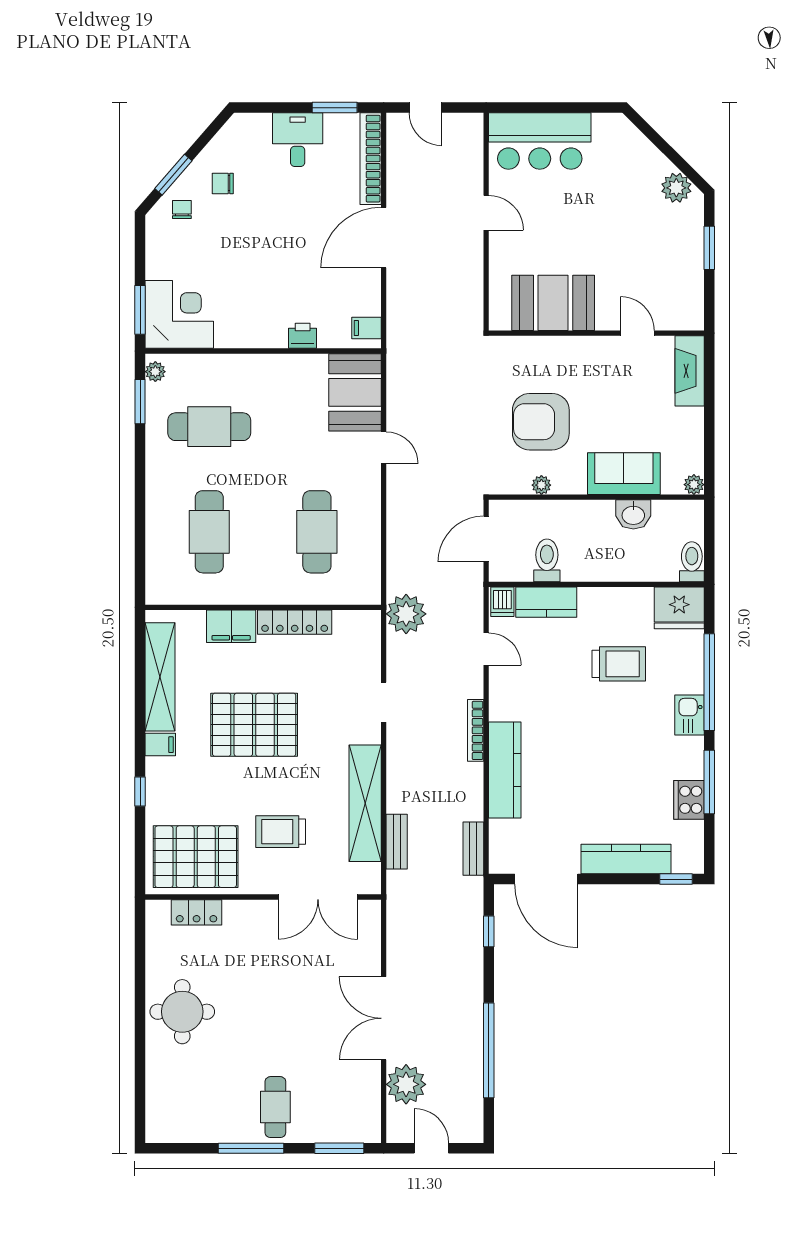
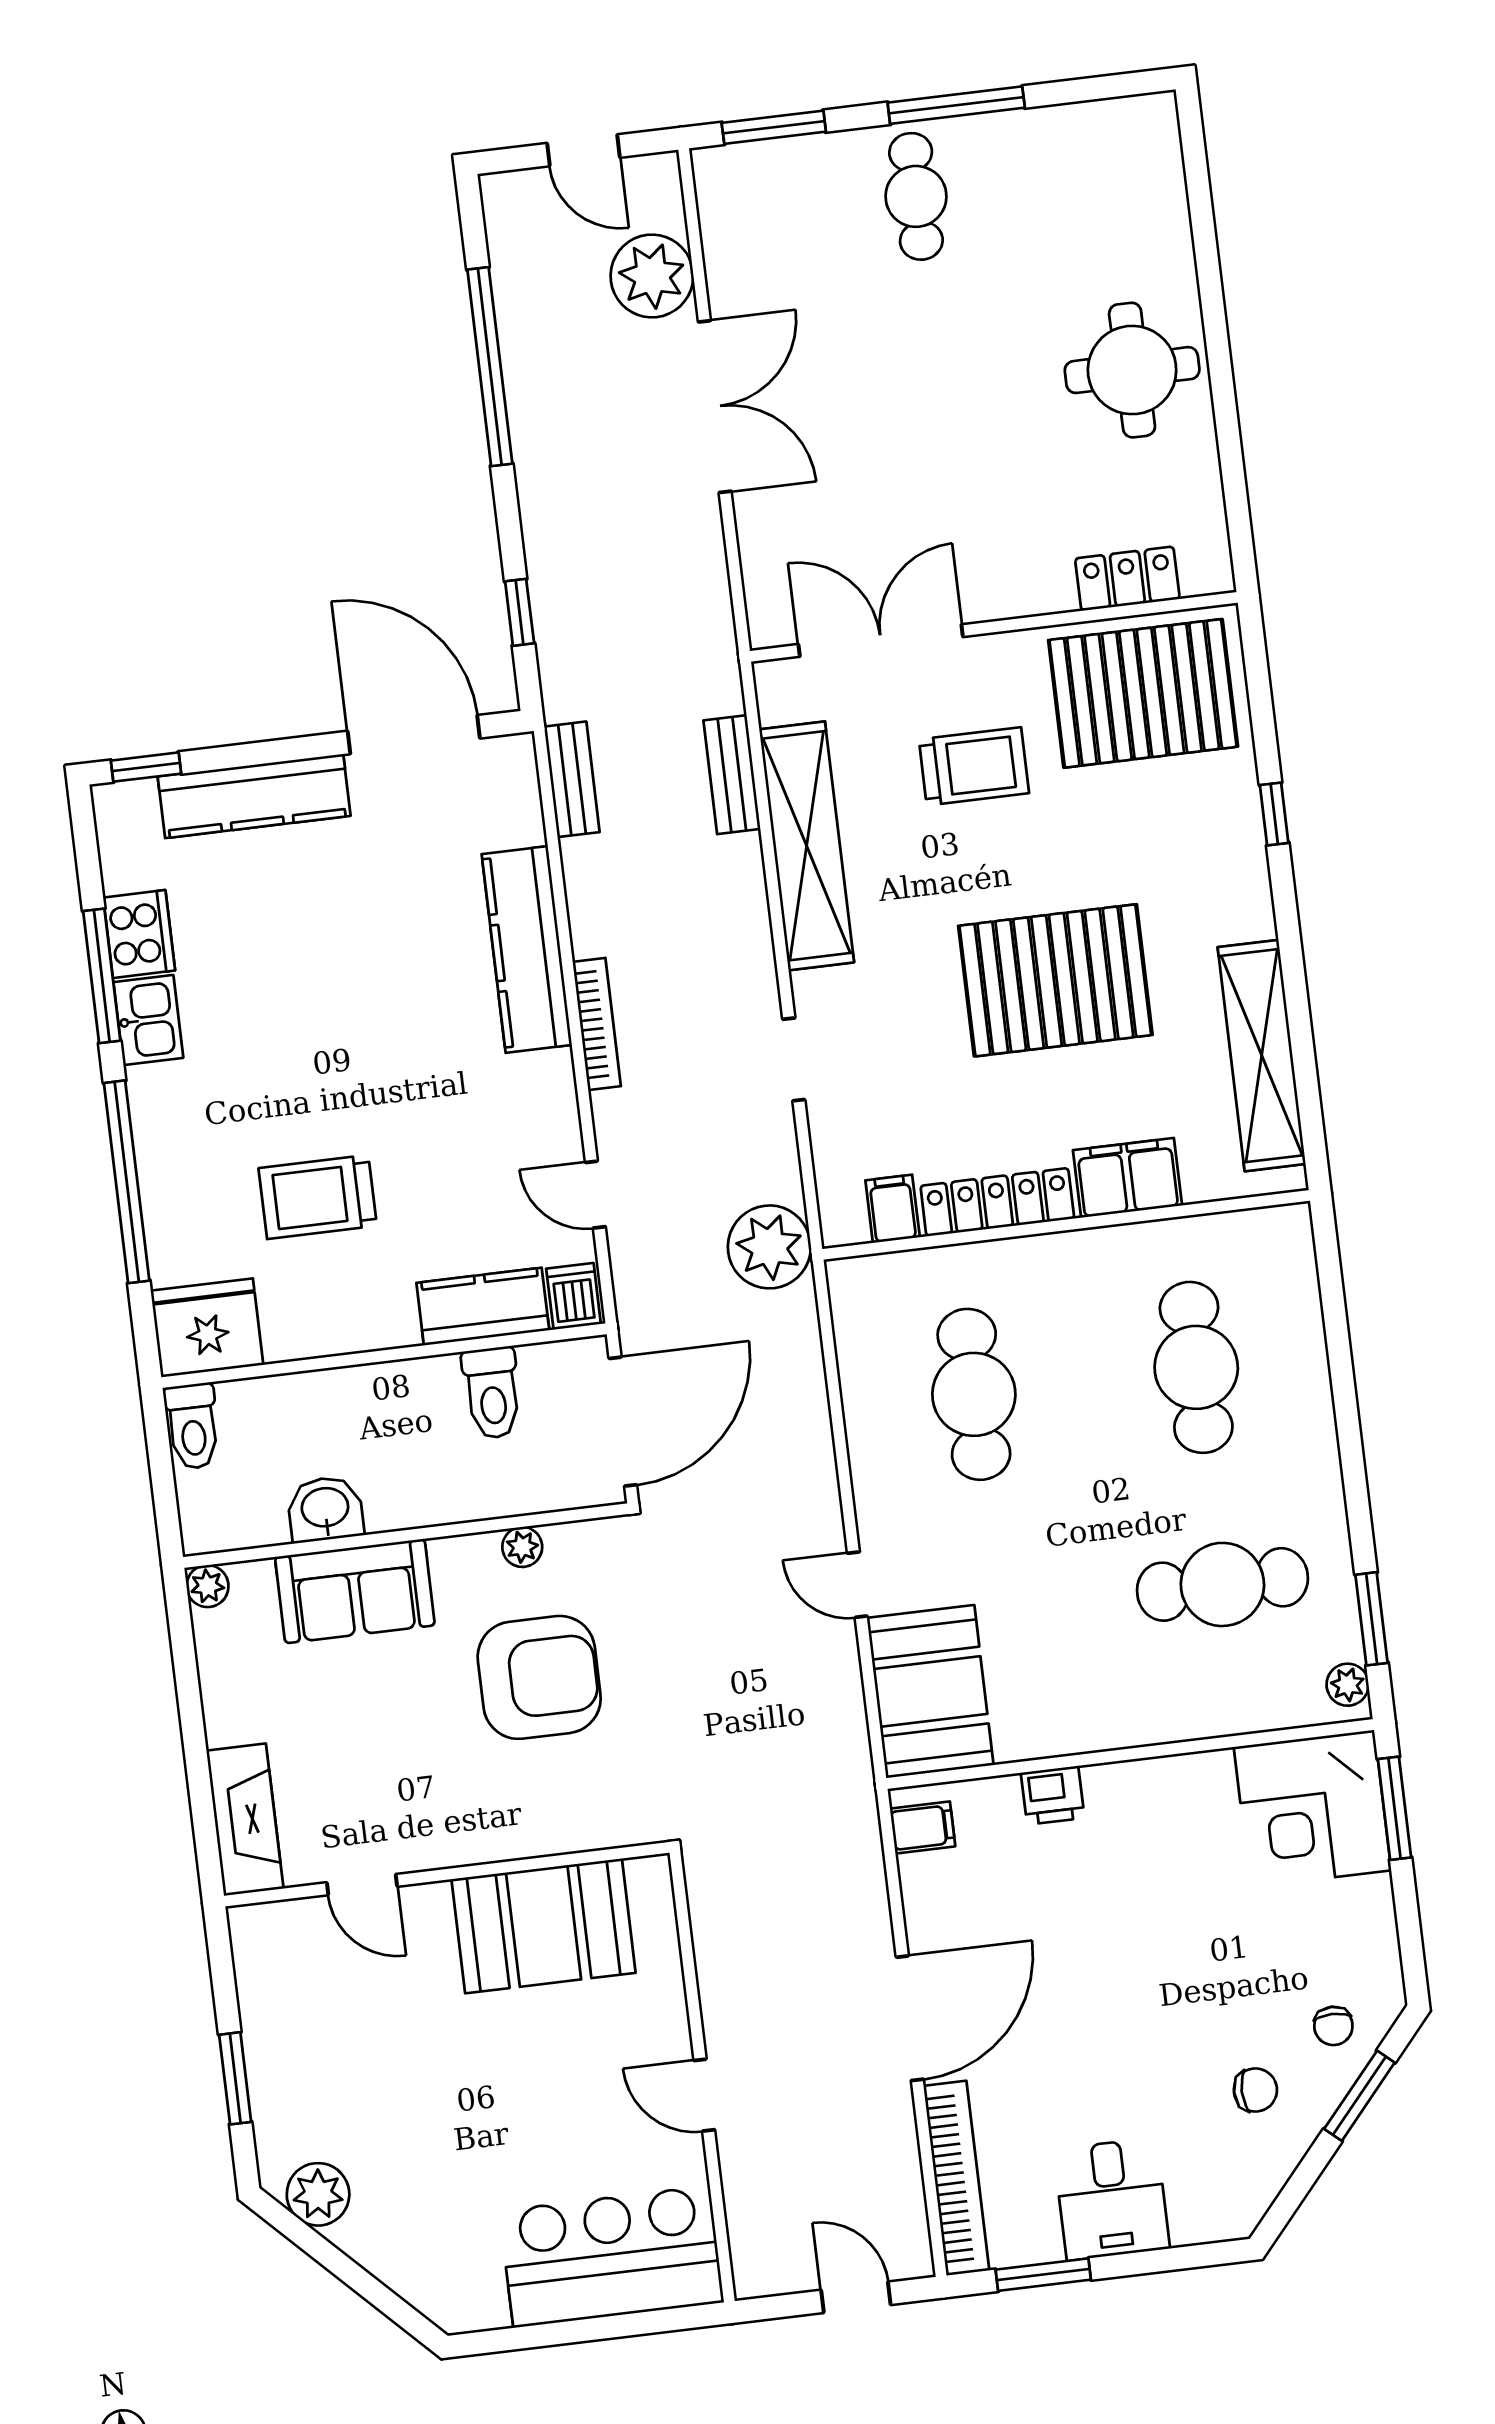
door: (486, 539) -> (623, 1422), width x1.36
kitchen sink: (689, 715) -> (148, 1020), moved
filing cabinet: (160, 745) -> (893, 1209), moved, turned 90

